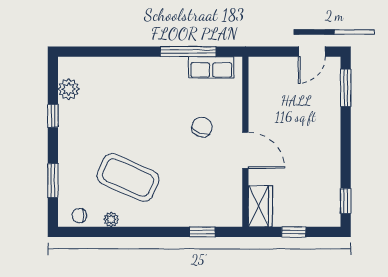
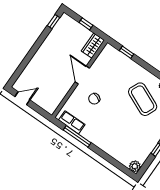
window: (346, 88) -> (19, 72), removed
plant: (69, 89) -> (135, 166), moved

